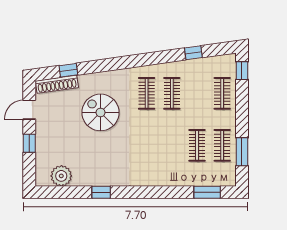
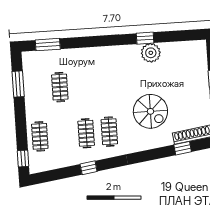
window: (193, 53) -> (89, 168), moved
clothes rail: (222, 145) -> (37, 89), removed
plant: (61, 176) -> (151, 53), moved

